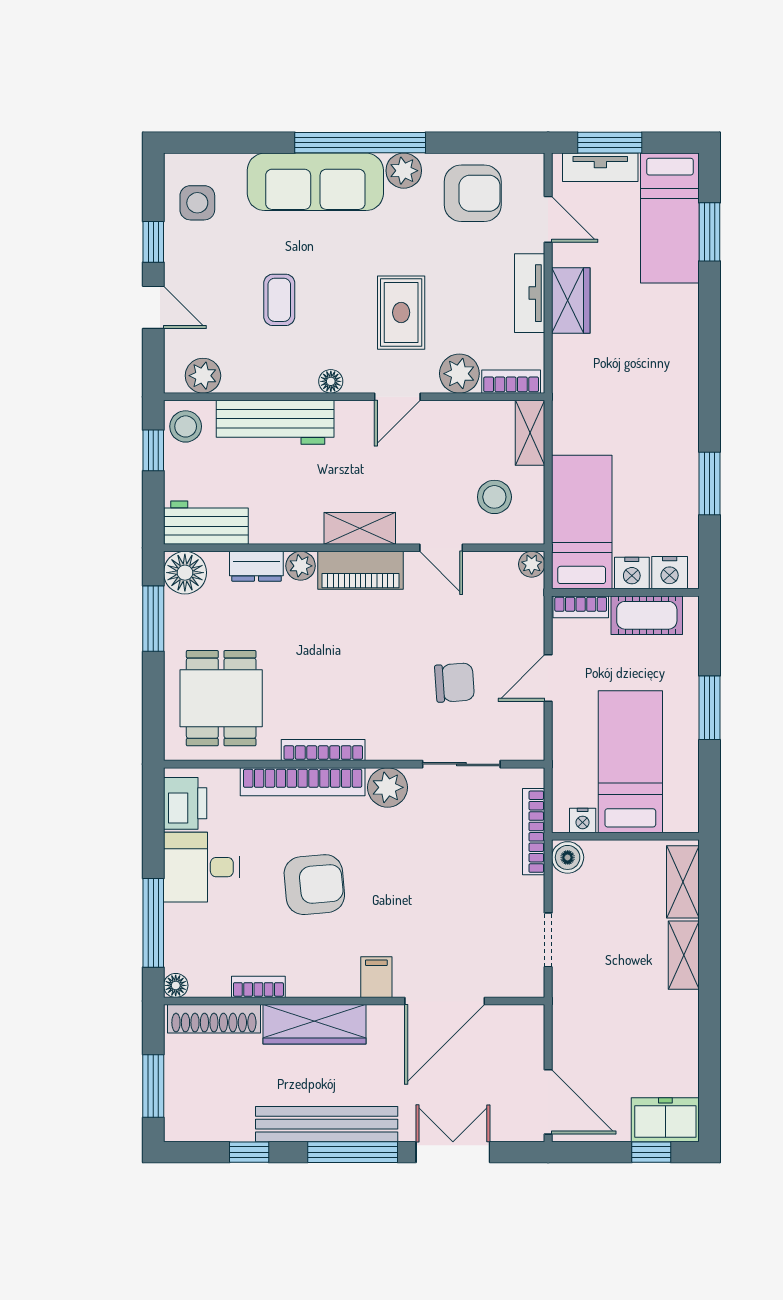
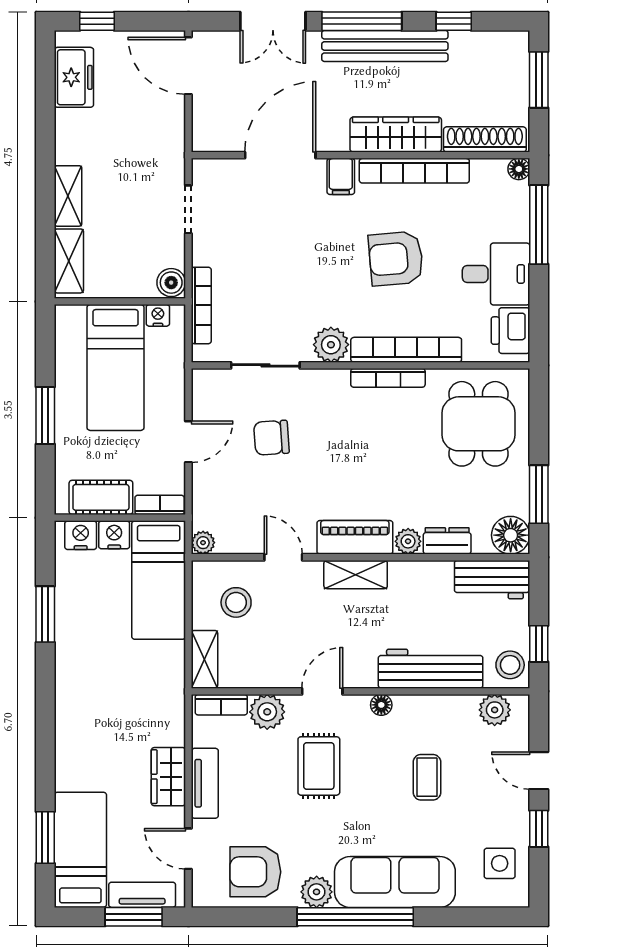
bookcase: (258, 987) -> (414, 171), width x2.31, depth x1.31
freezer: (665, 1120) -> (74, 77), moved, turned -90

